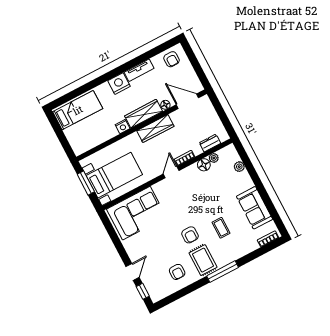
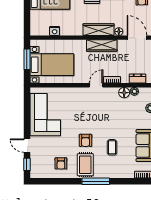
nightstand: (123, 127) -> (55, 31), moved
corner sofa: (136, 213) -> (45, 115), moved, turned -90
door: (132, 272) -> (27, 146), swing flipped

